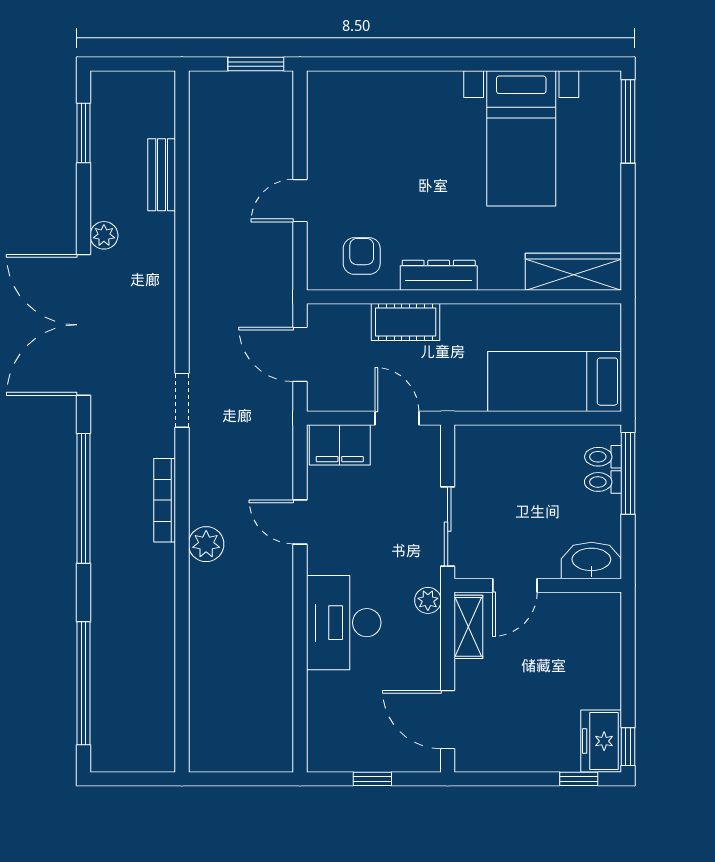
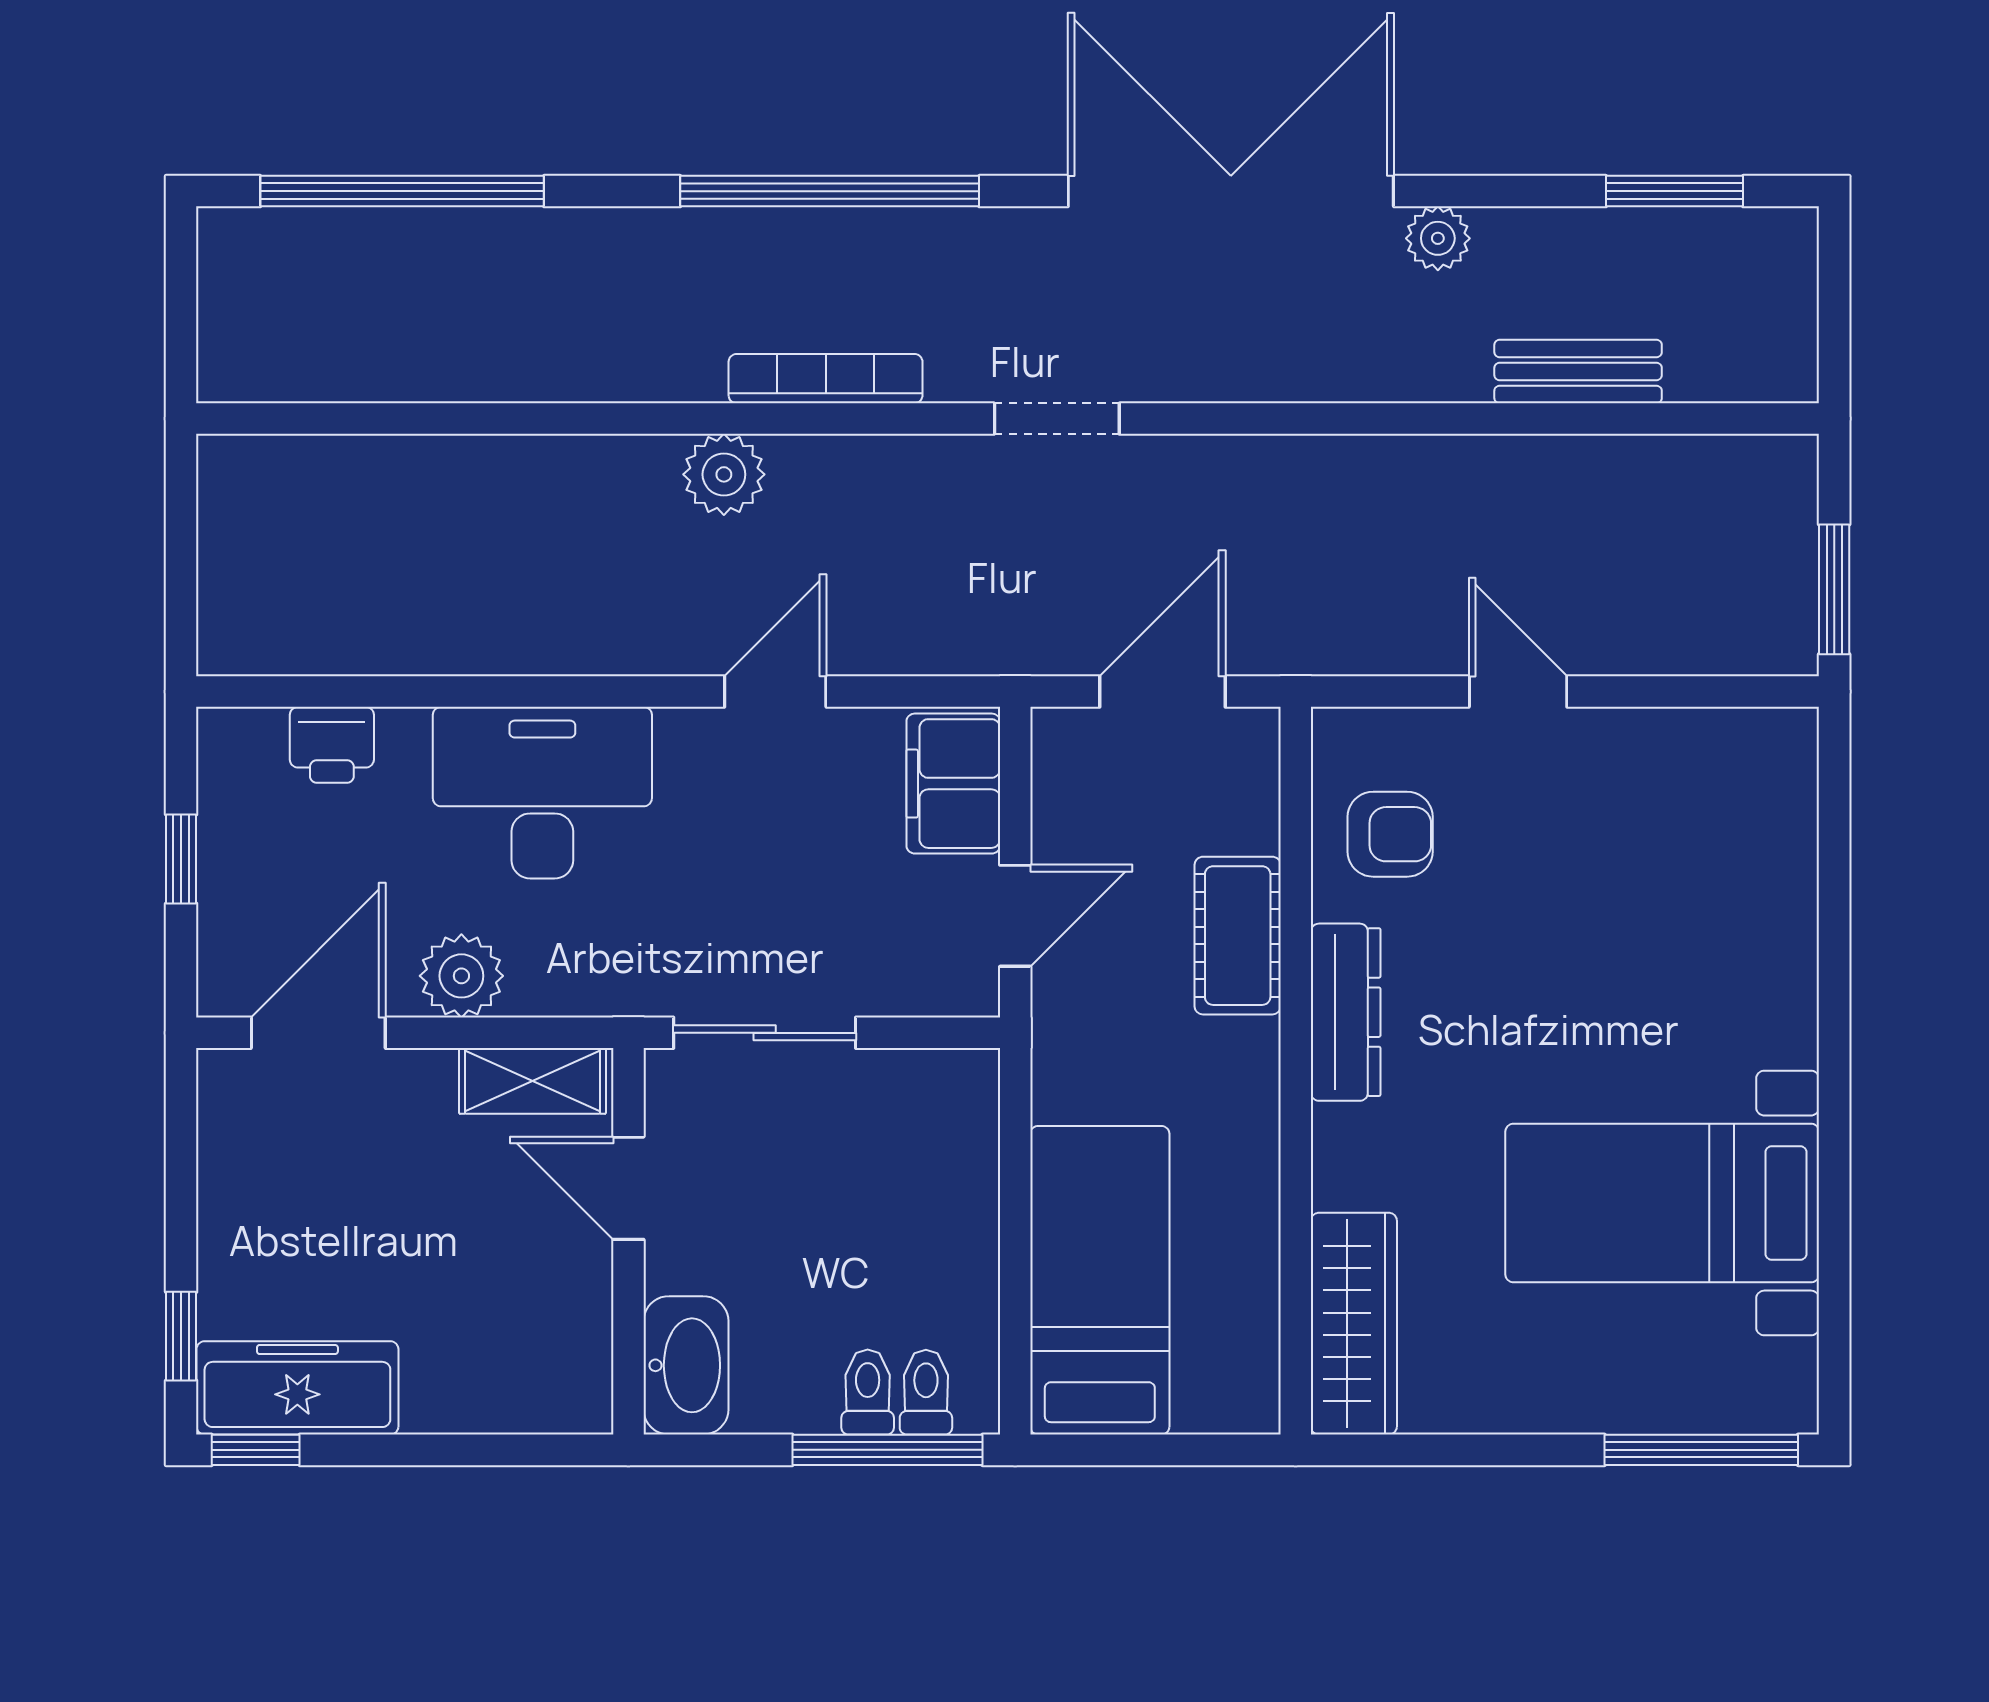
plant: (428, 600) -> (461, 976), moved, width x1.38, depth x1.38
printer: (323, 714) -> (332, 745), added
freezer: (601, 741) -> (297, 1388), width x1.40

